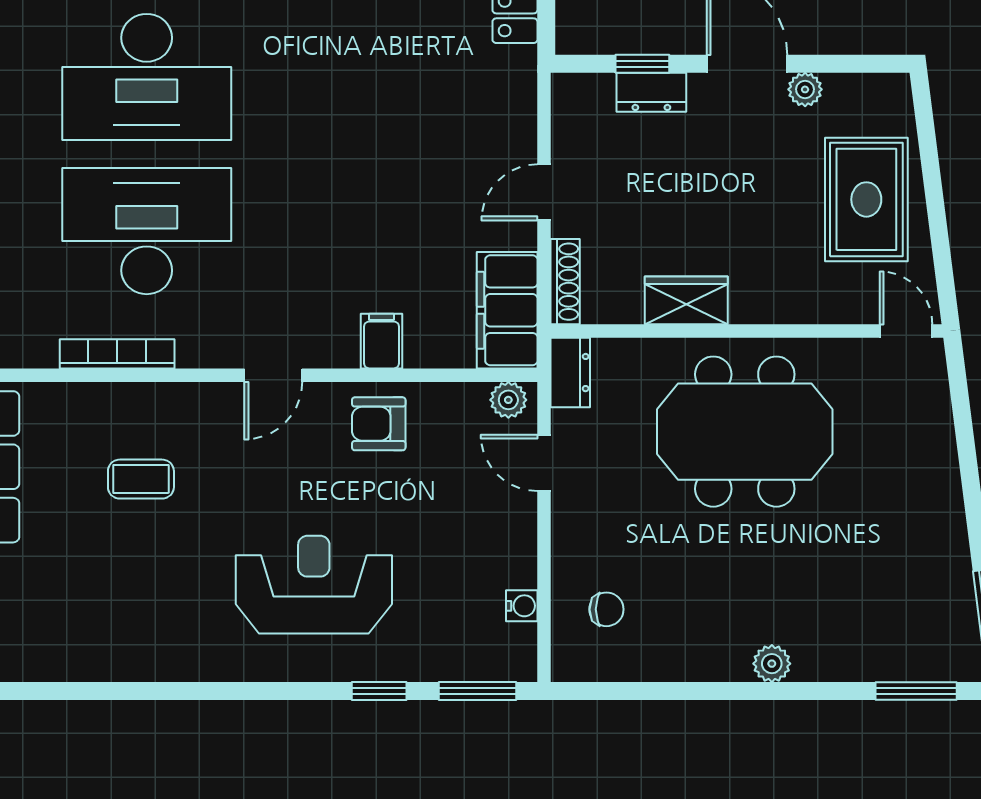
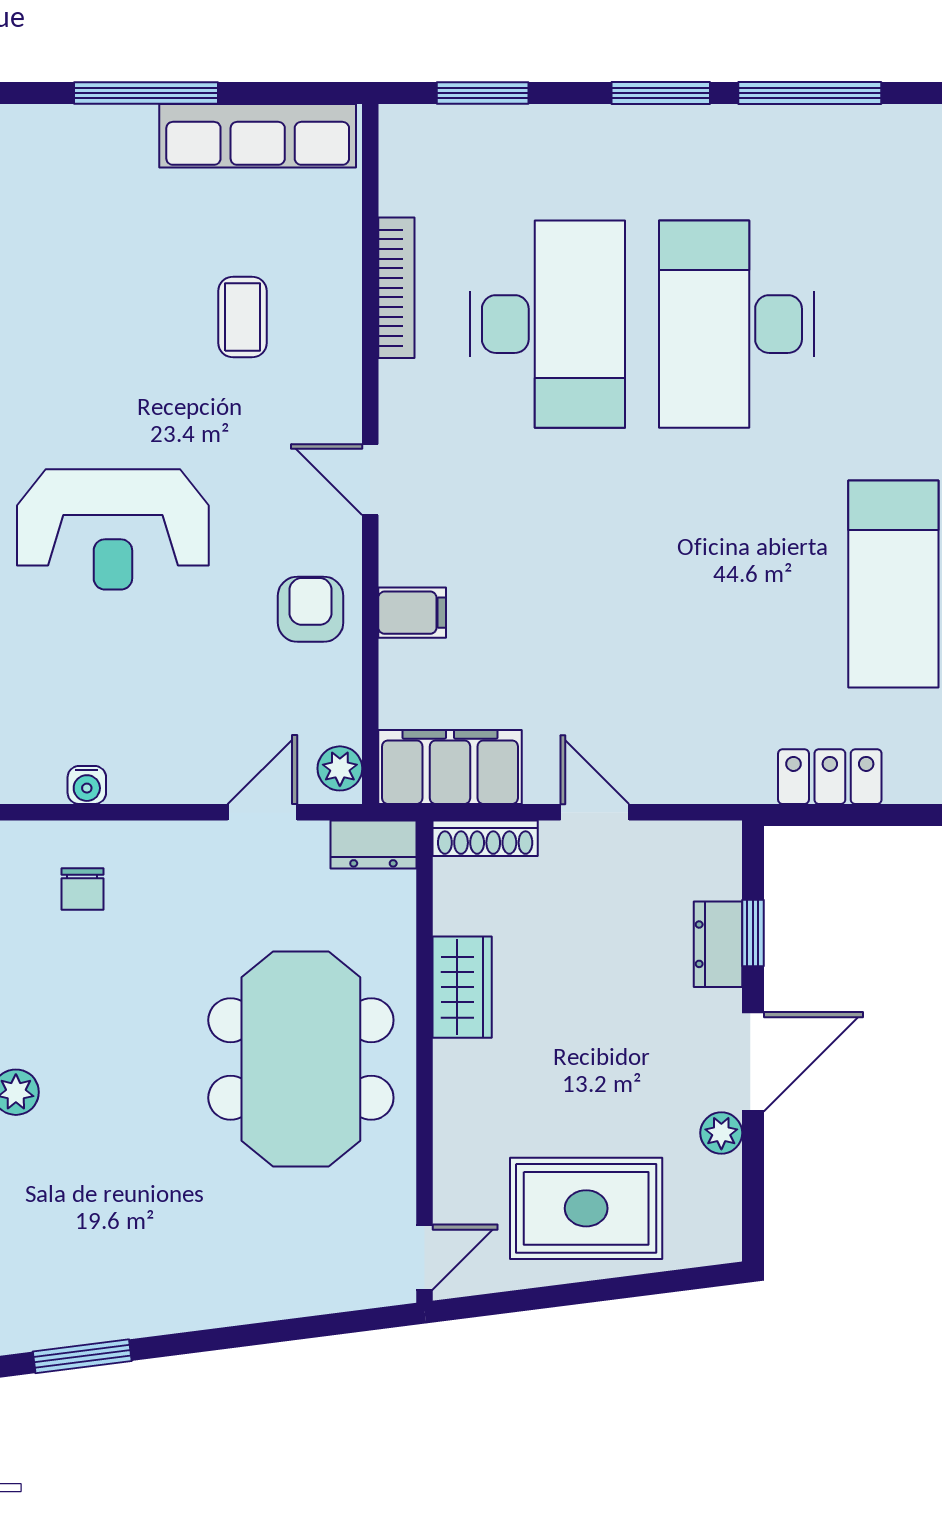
reception desk: (314, 585) -> (113, 529), turned 90

